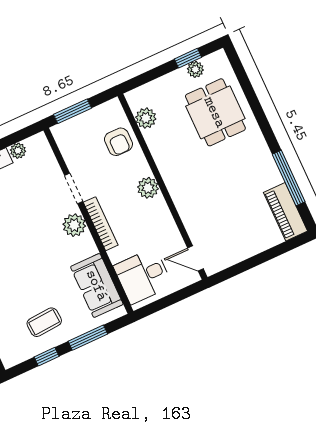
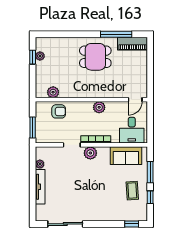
dining table: (215, 112) -> (95, 57), moved
plant: (148, 188) -> (99, 107), moved

